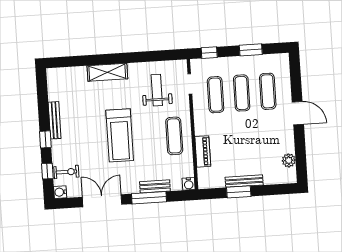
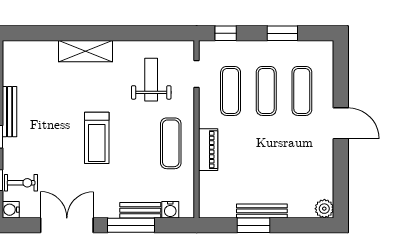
treadmill: (120, 135) -> (97, 138), width x0.73, depth x0.73
piano: (203, 151) -> (208, 150), moved
plant: (289, 160) -> (324, 209), moved
water cooler: (189, 184) -> (170, 210), moved

